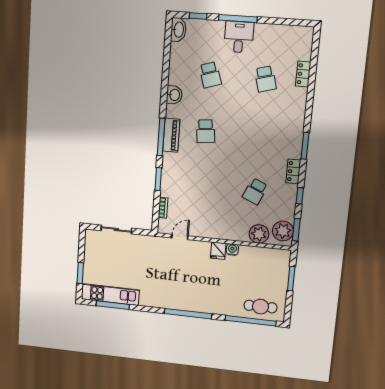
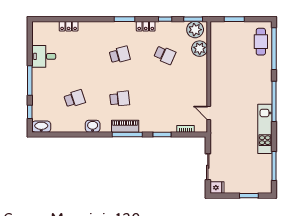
desk: (239, 37) -> (44, 56), moved
school desk: (266, 79) -> (120, 55), moved
water cooler: (232, 249) -> (215, 69), removed
fridge: (218, 251) -> (217, 188), moved
kitchen unit: (110, 294) -> (265, 129), moved

